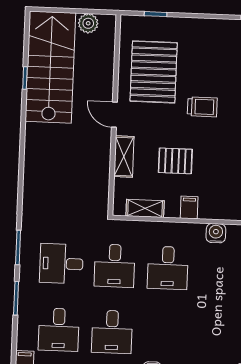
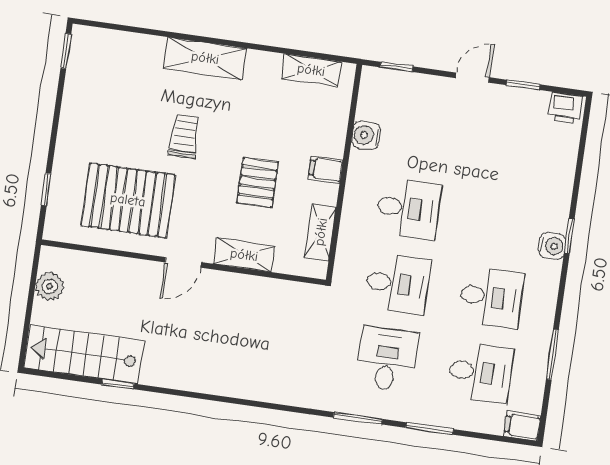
stairs: (50, 67) -> (84, 354), width x0.73, depth x0.66
desk: (61, 264) -> (387, 359), turned 180

